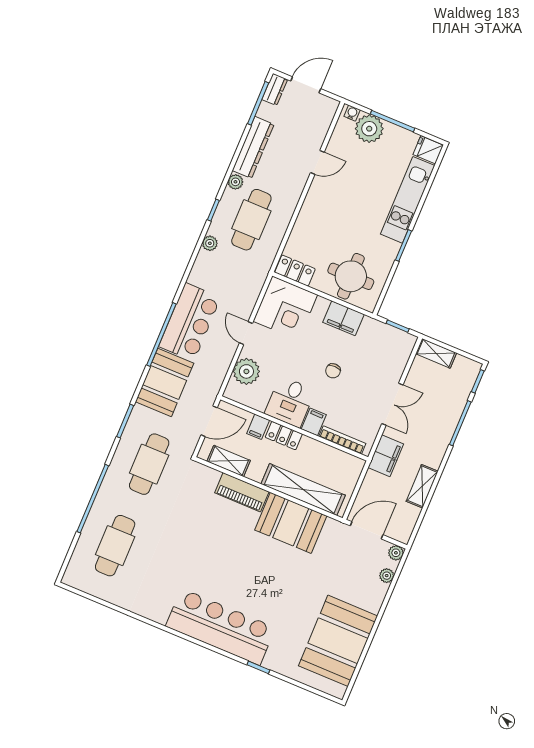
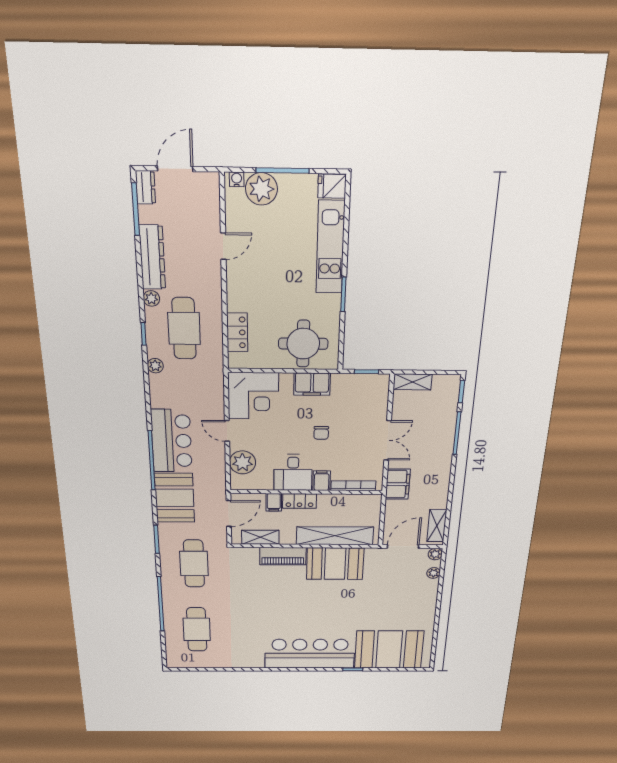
locker: (295, 271) -> (237, 332), moved, turned 90
shelving: (422, 486) -> (437, 526), moved
booth: (338, 641) -> (389, 650), moved, turned 90

